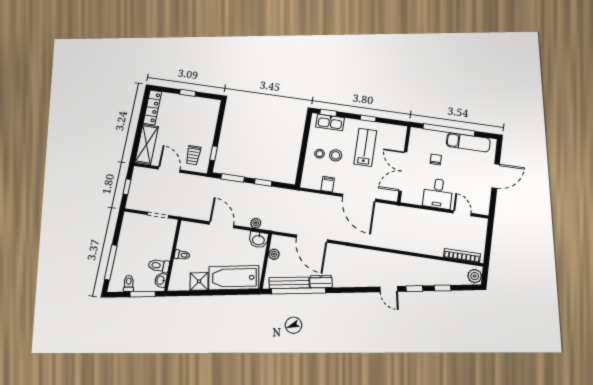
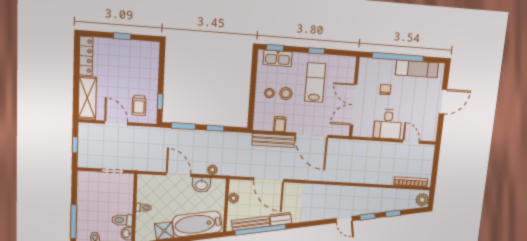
bench: (320, 199) -> (273, 140), added
washbasin: (258, 240) -> (201, 185), moved

